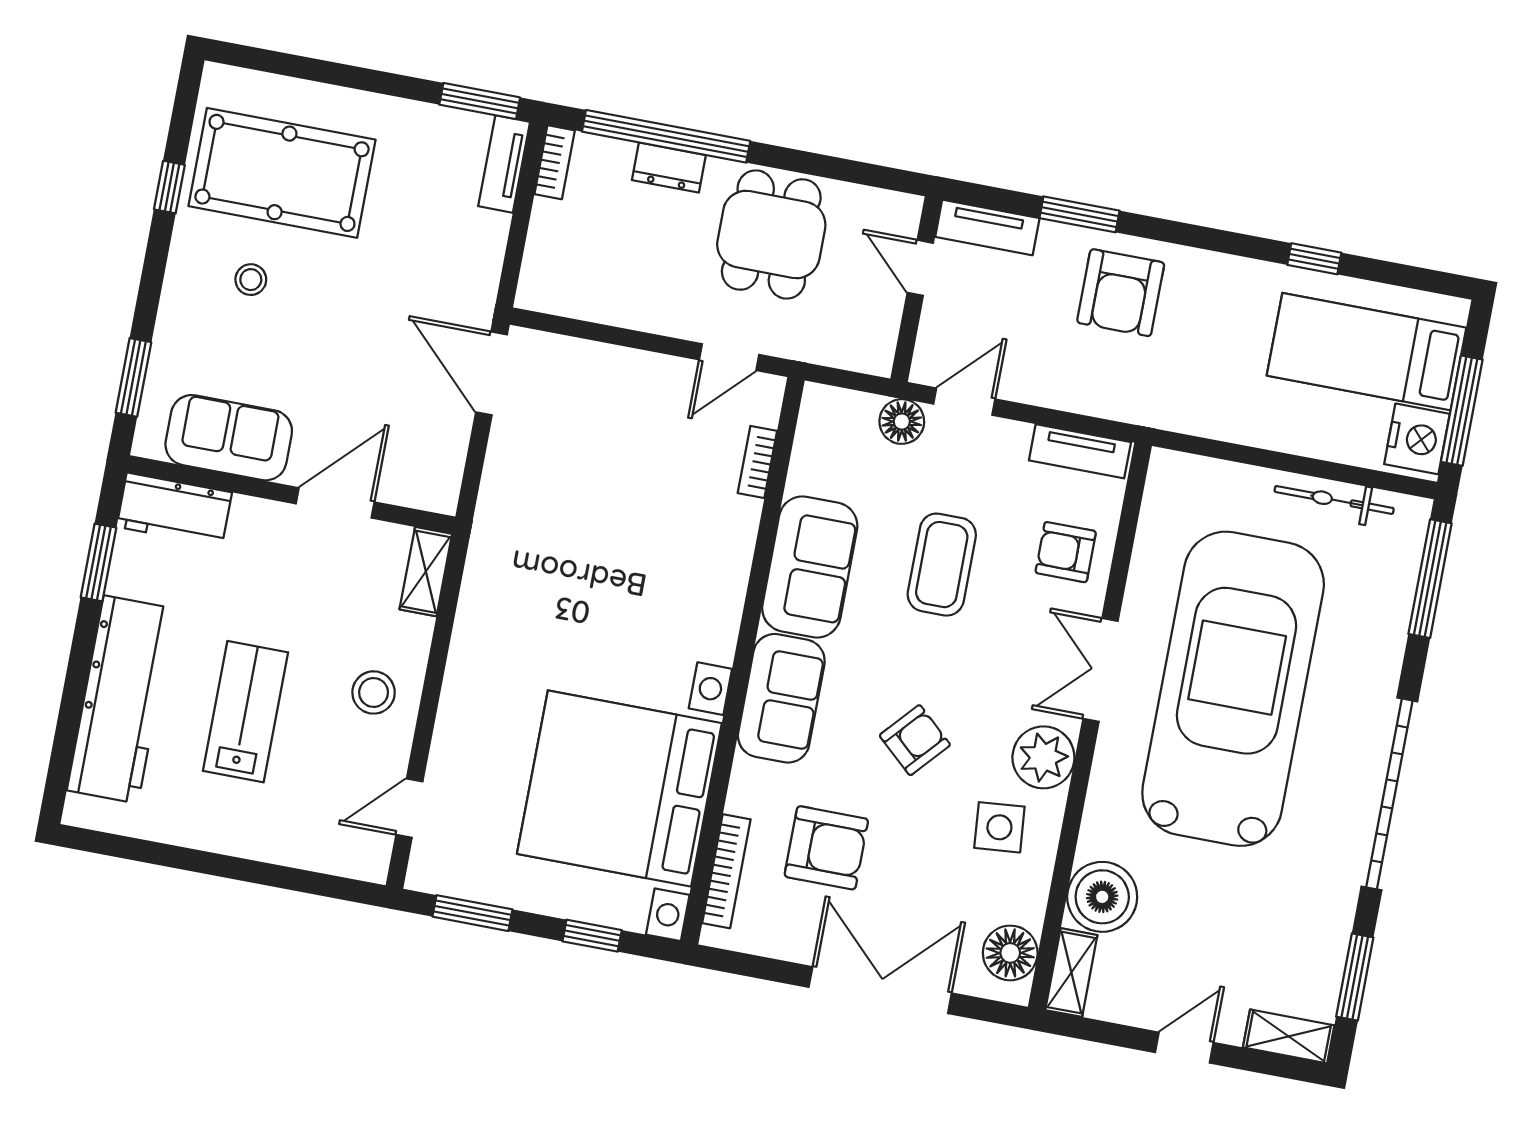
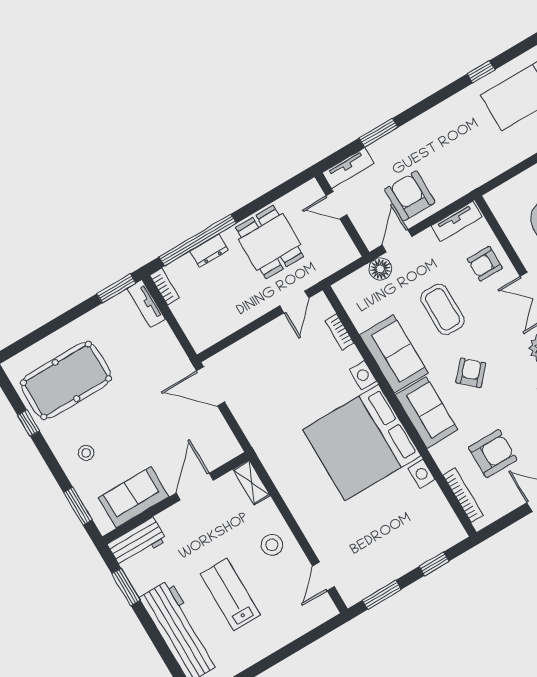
stool: (251, 280) -> (86, 453), moved
armchair: (1121, 293) -> (410, 196), moved, turned 180
armchair: (915, 740) -> (471, 373), moved
bed with nightstands: (619, 789) -> (362, 443), moved

